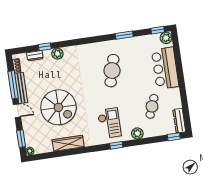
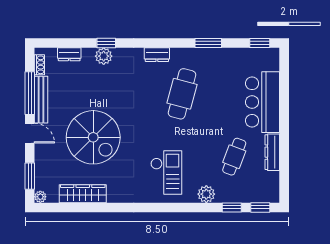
plant: (166, 38) -> (271, 56), removed
window: (45, 47) -> (106, 43), moved
dresser: (92, 48) -> (157, 55), added
dresser: (179, 121) -> (272, 152), moved
wardrobe: (68, 143) -> (83, 194), moved
window: (116, 145) -> (232, 207), moved

